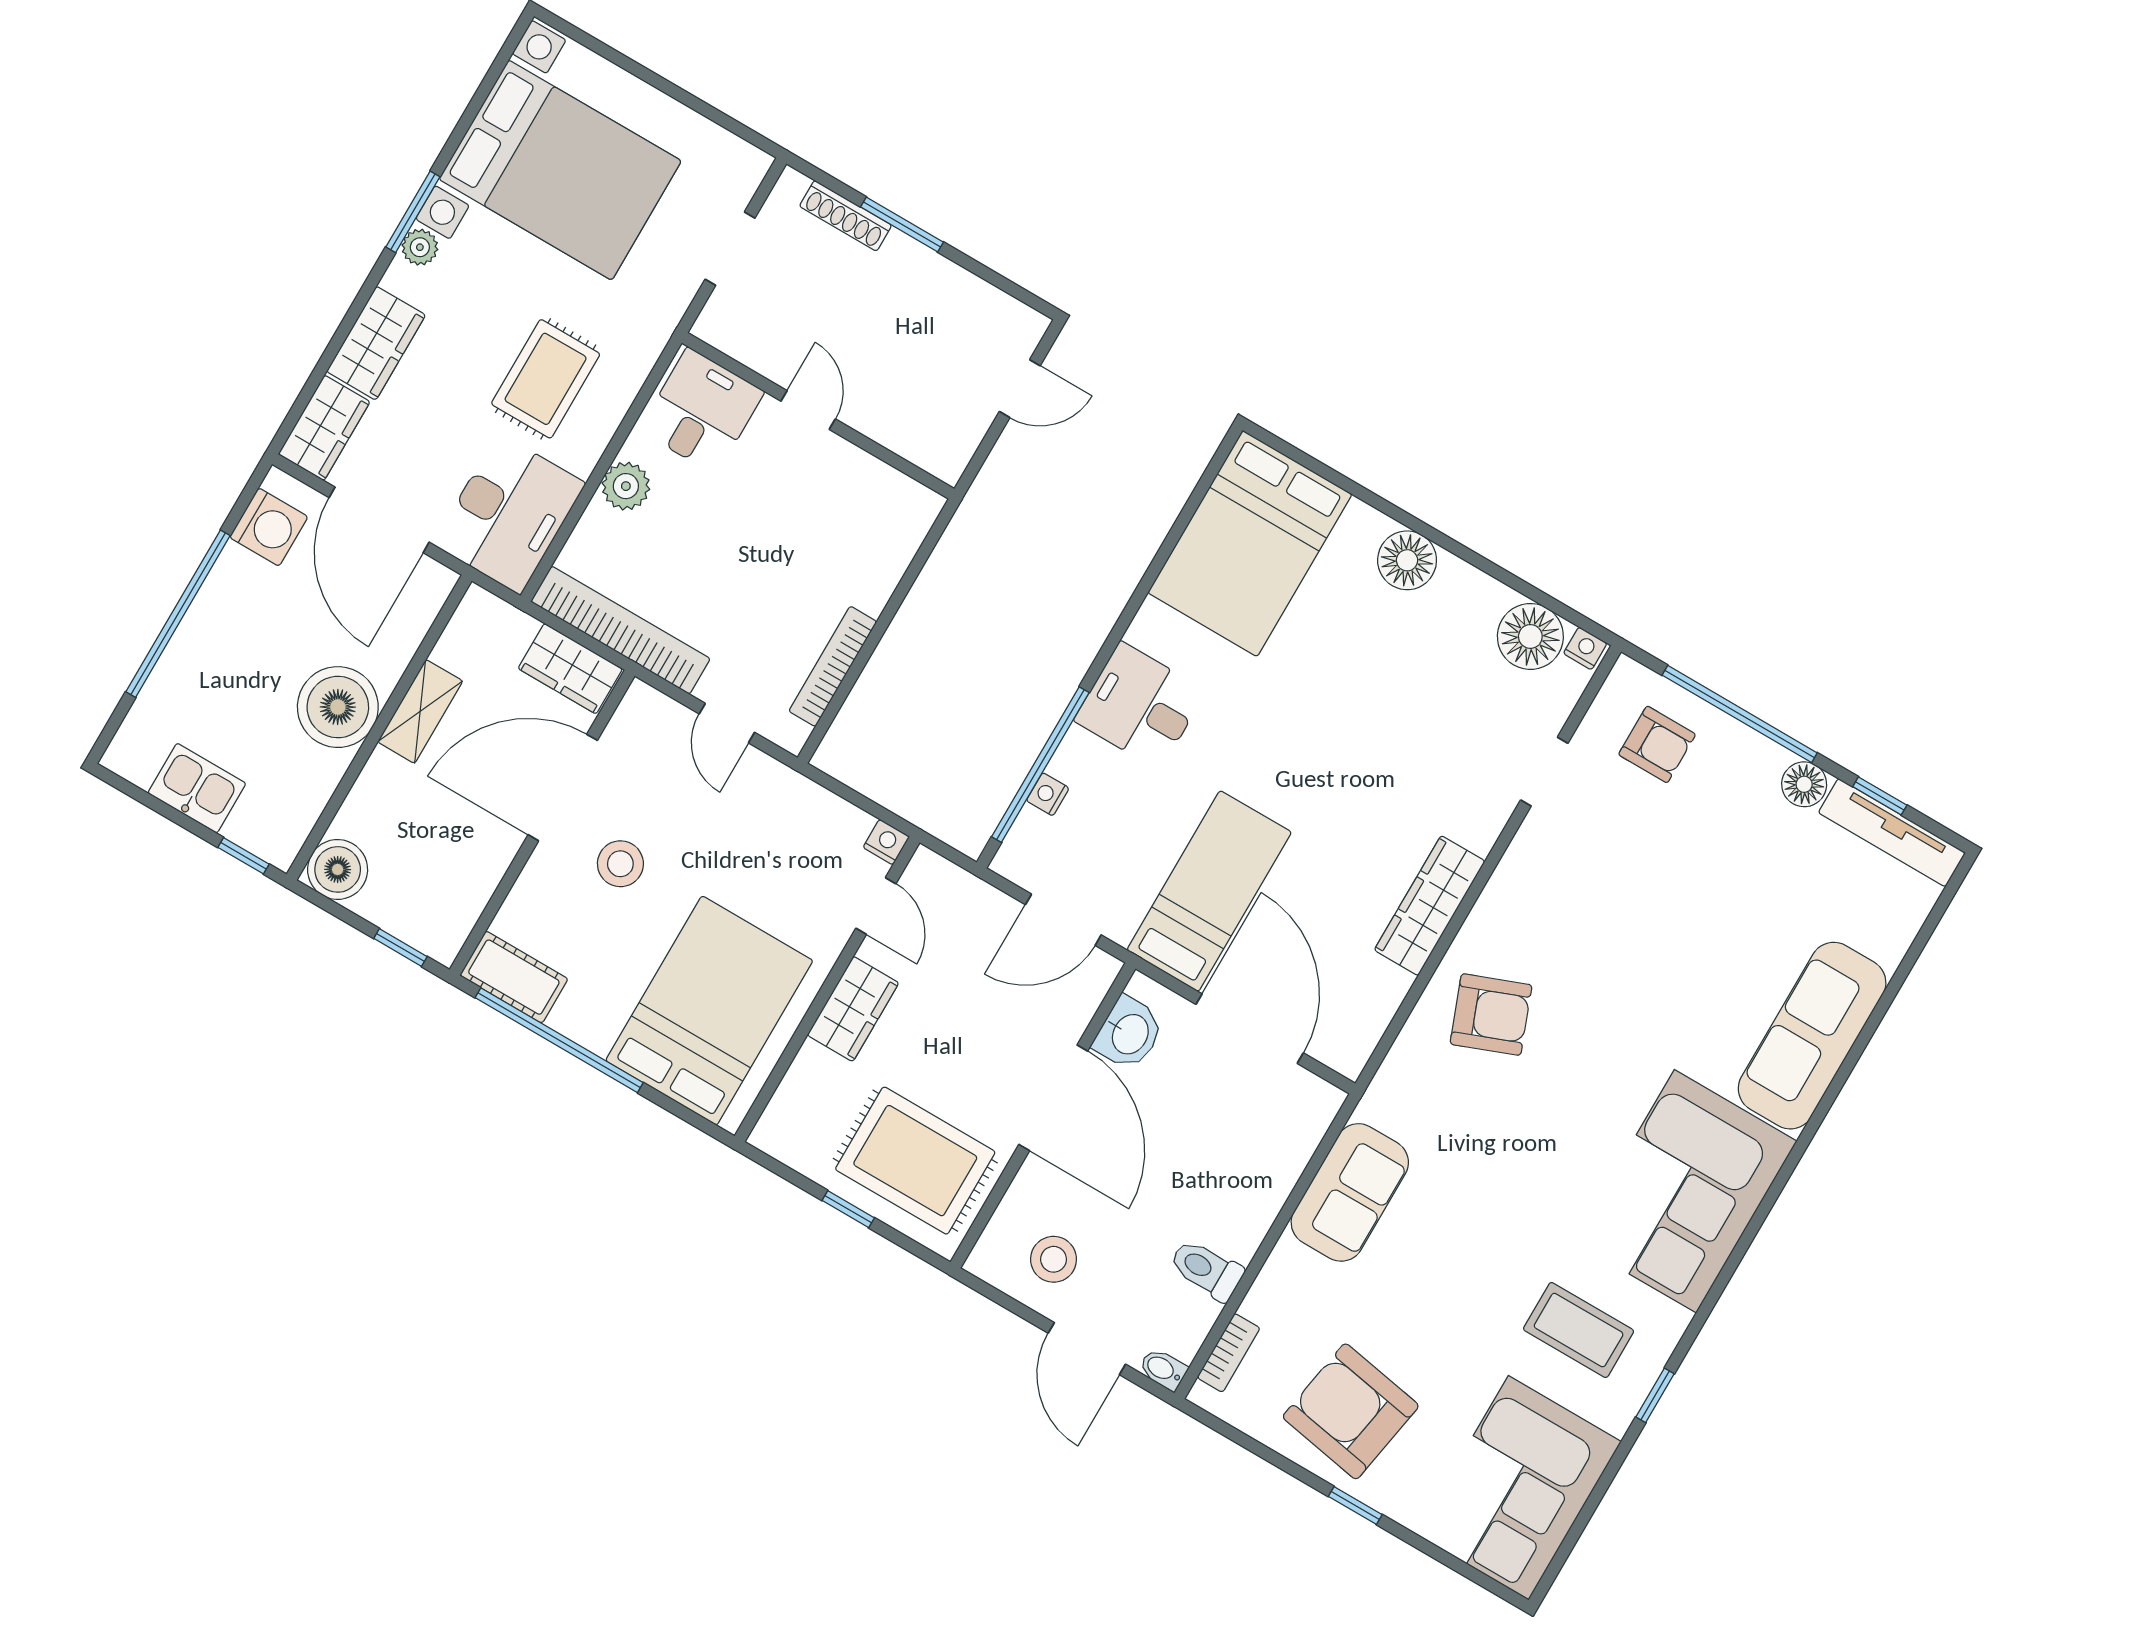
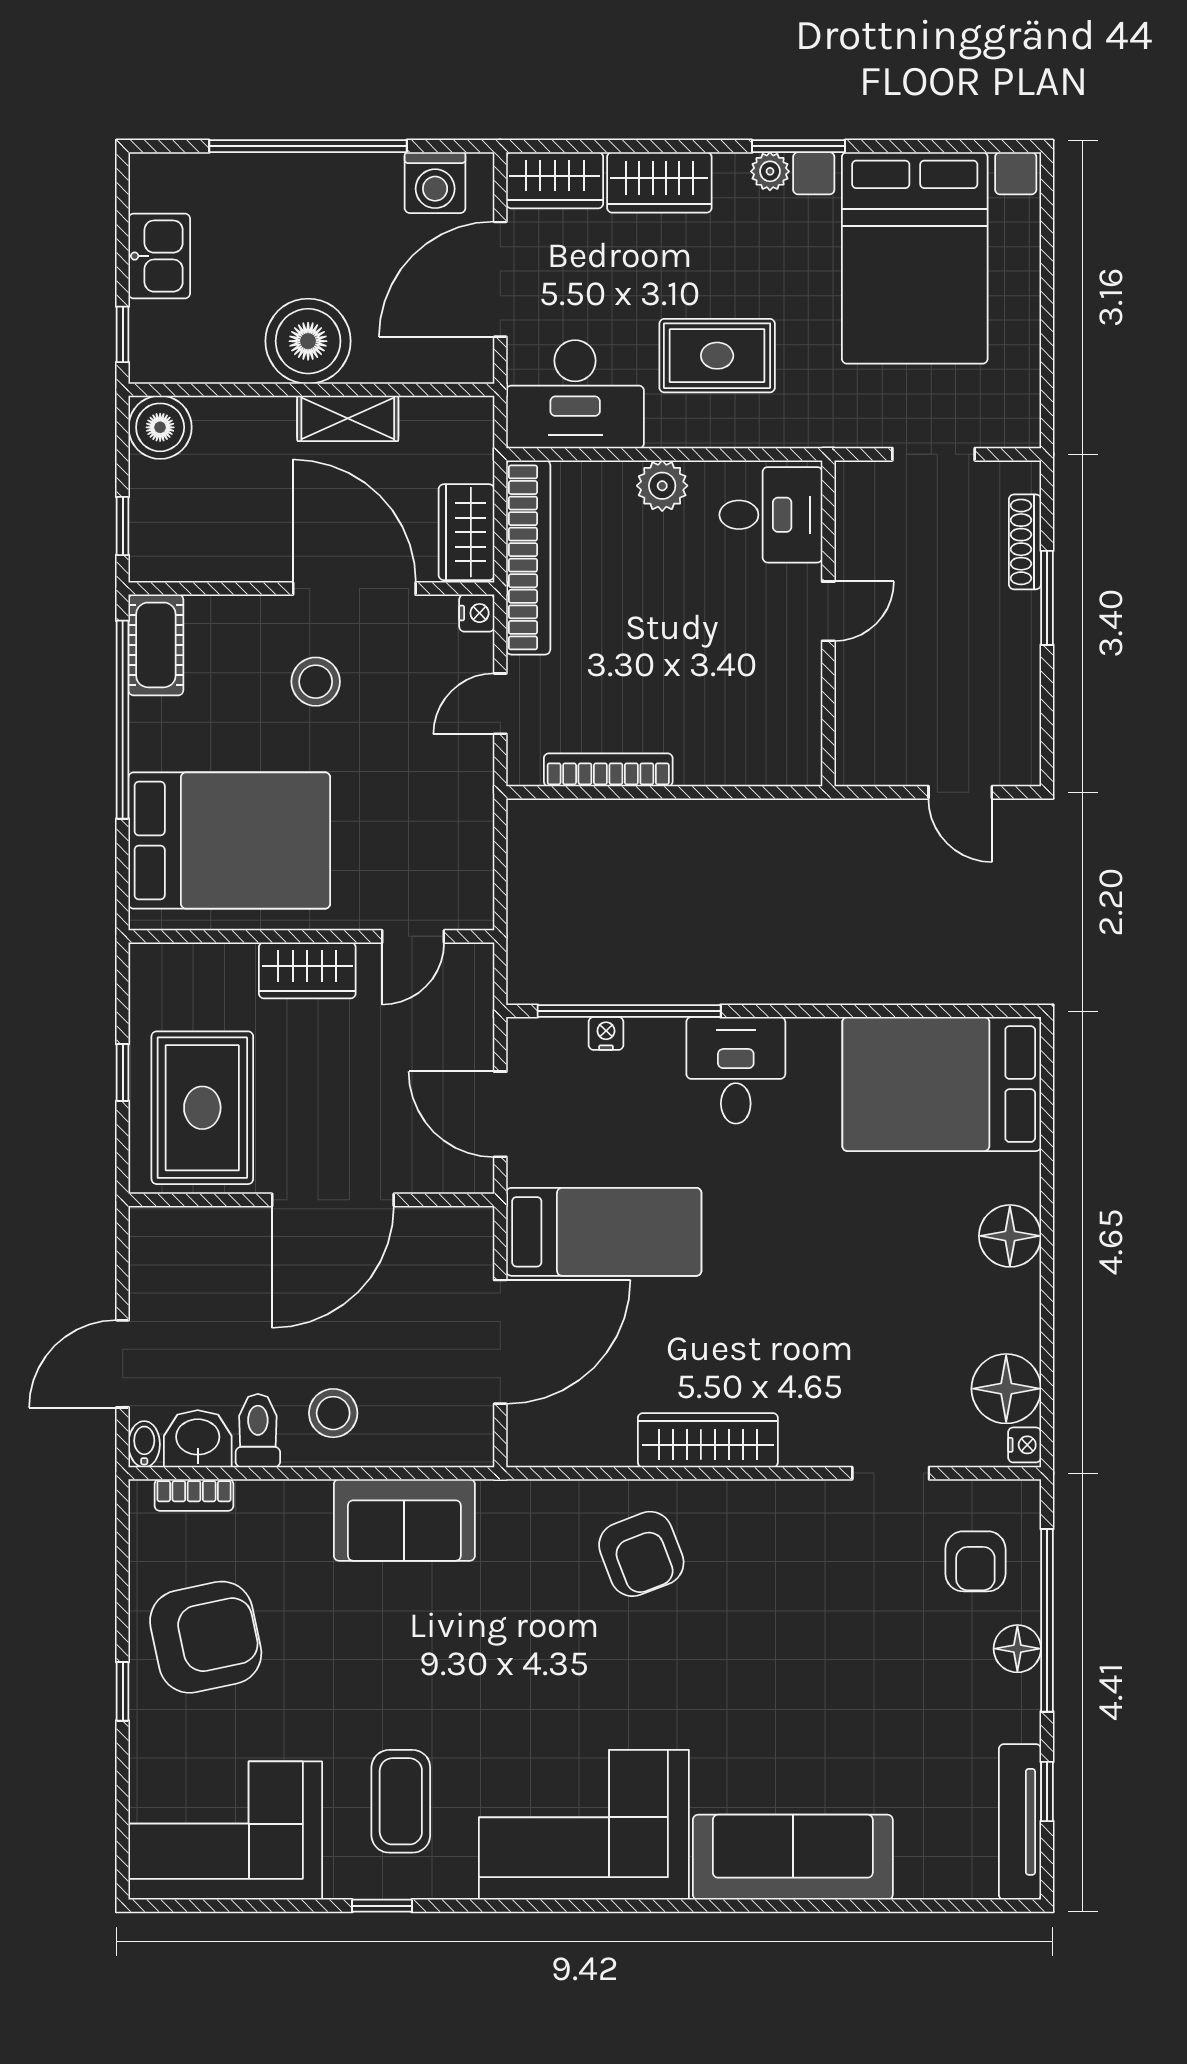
floor lamp: (1804, 784) -> (1017, 1649), moved
nightstand: (886, 842) -> (477, 613), moved
washbasin: (1129, 1033) -> (198, 1439), moved, turned 180
stool: (1054, 1259) -> (333, 1413), moved
armchair: (1351, 1411) -> (206, 1637), turned 68

